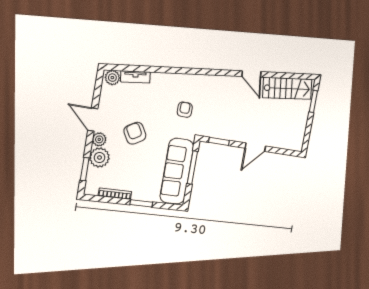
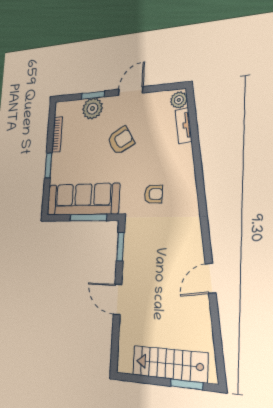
stairs: (287, 88) -> (170, 364), moved, turned 98
plant: (99, 139) -> (111, 103), removed
window: (85, 169) -> (93, 95), moved

